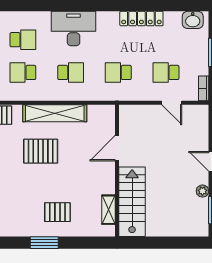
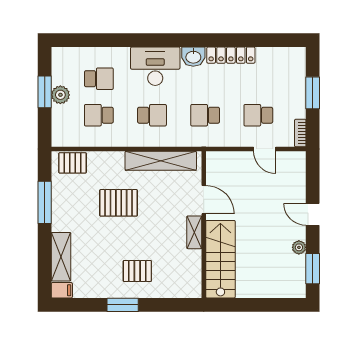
washbasin: (193, 20) -> (193, 57), moved
shelving: (55, 113) -> (161, 161), moved
door: (117, 148) -> (204, 200), swing flipped
shelving: (109, 210) -> (194, 232), moved

